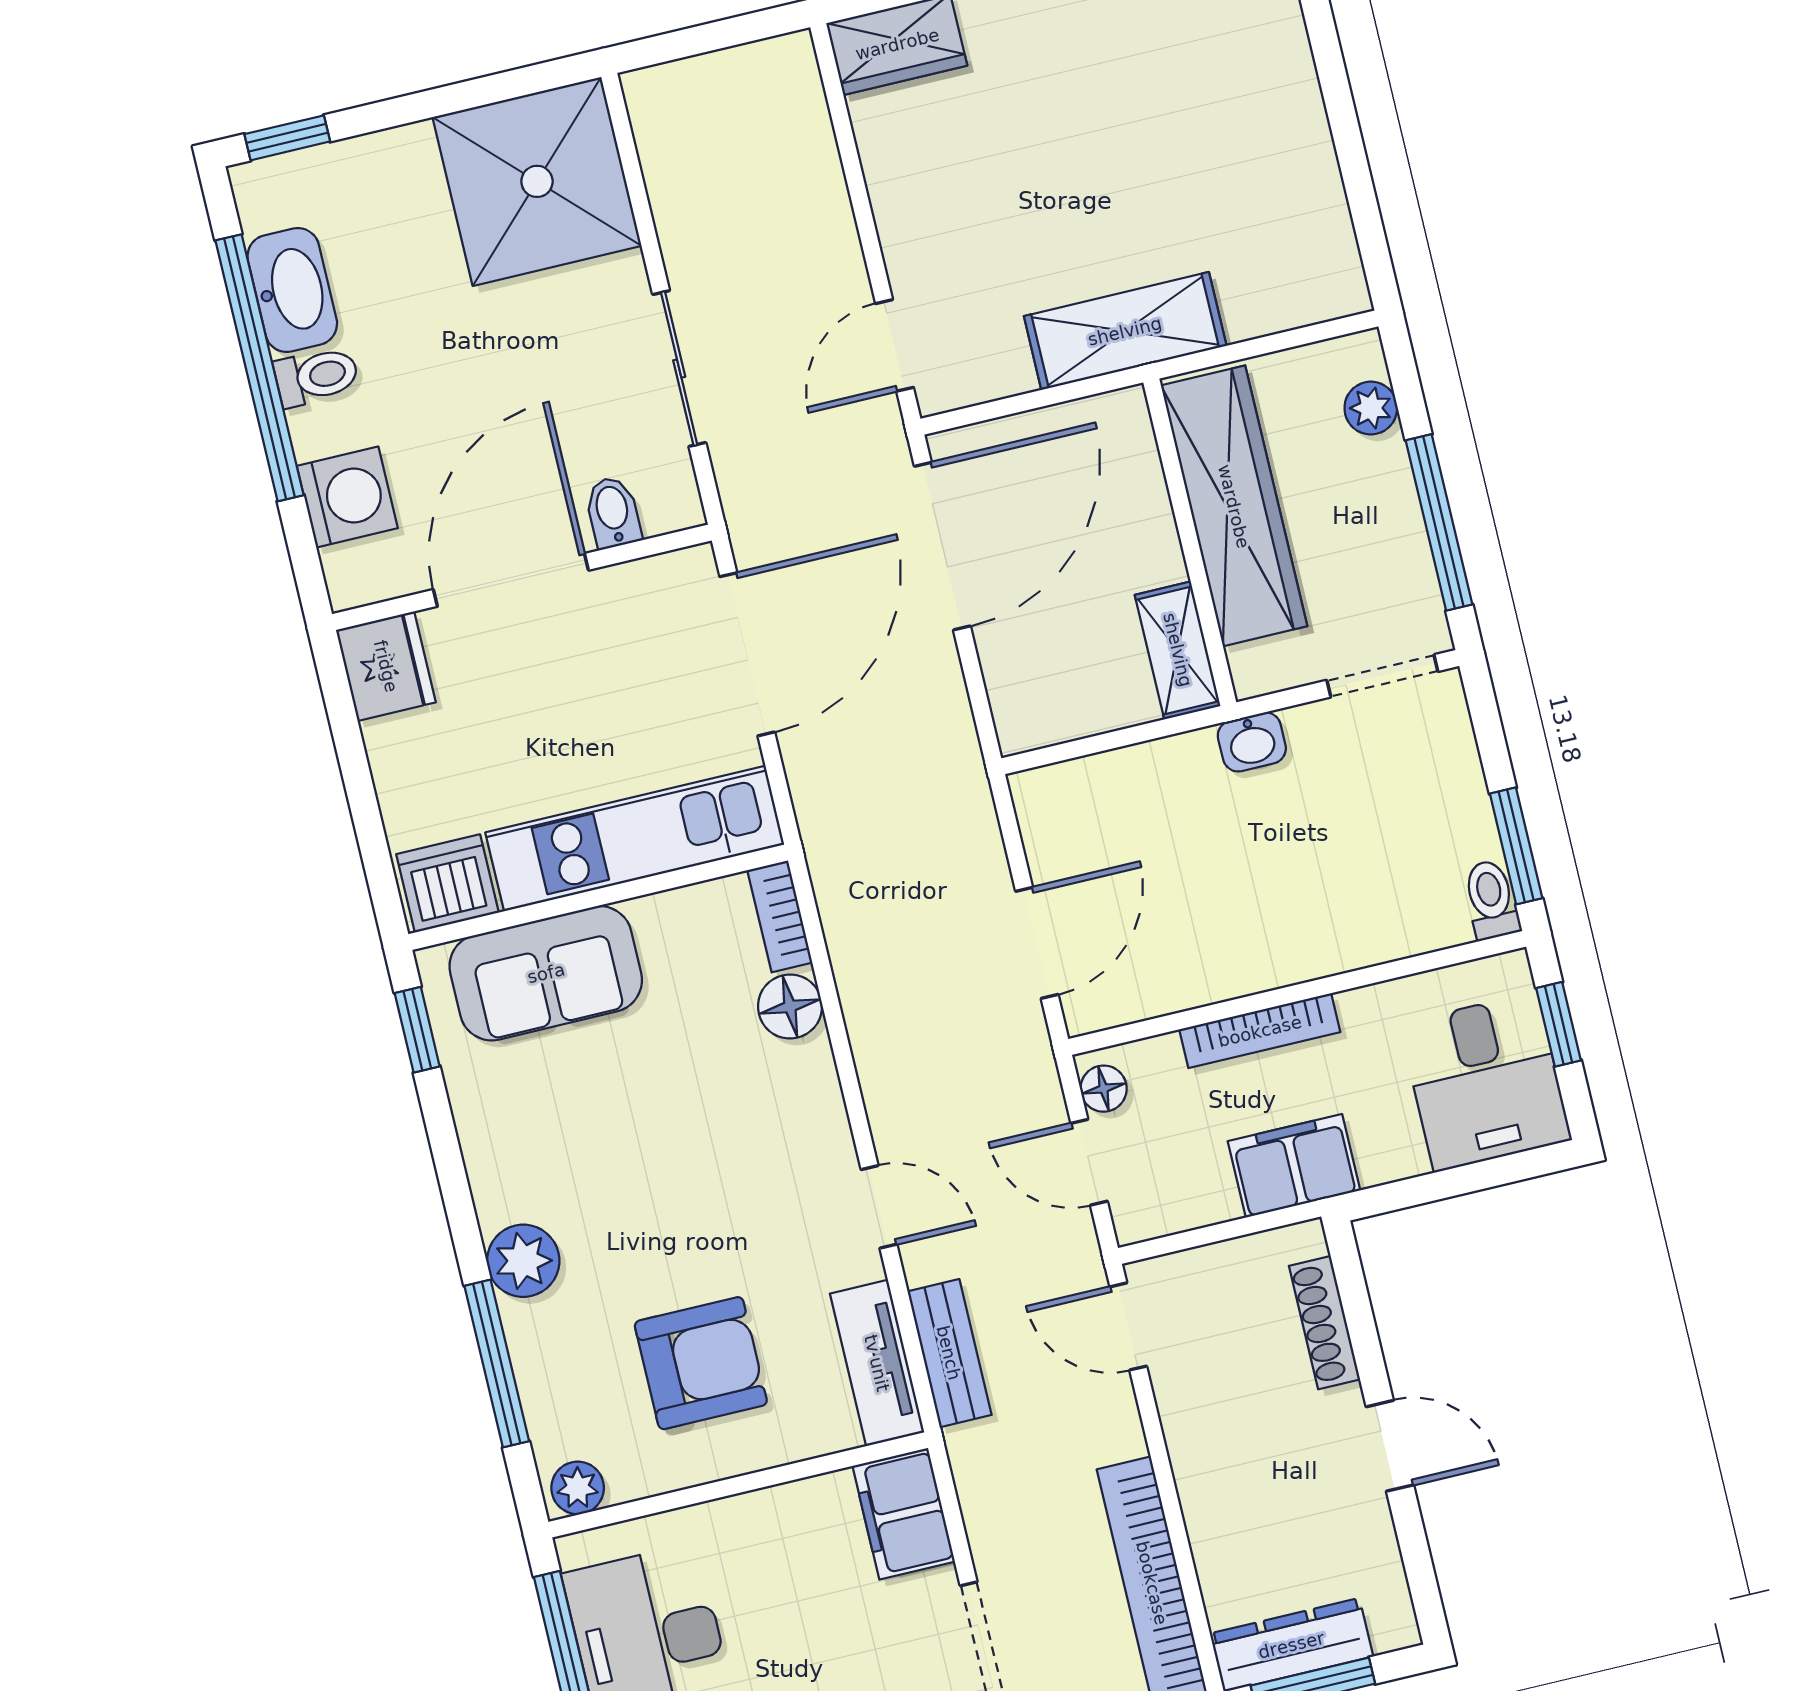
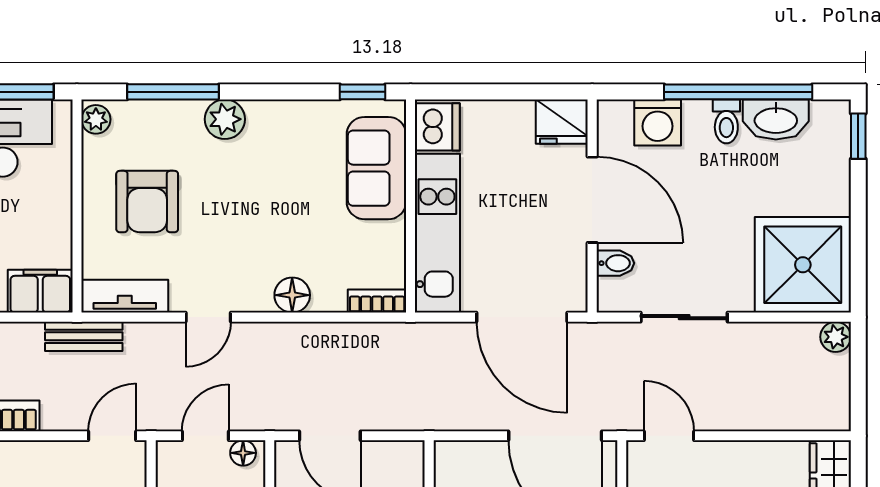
plant: (650, 93) -> (836, 337), added
floor lamp: (790, 1007) -> (292, 295), moved
bench: (949, 1353) -> (84, 336), moved

